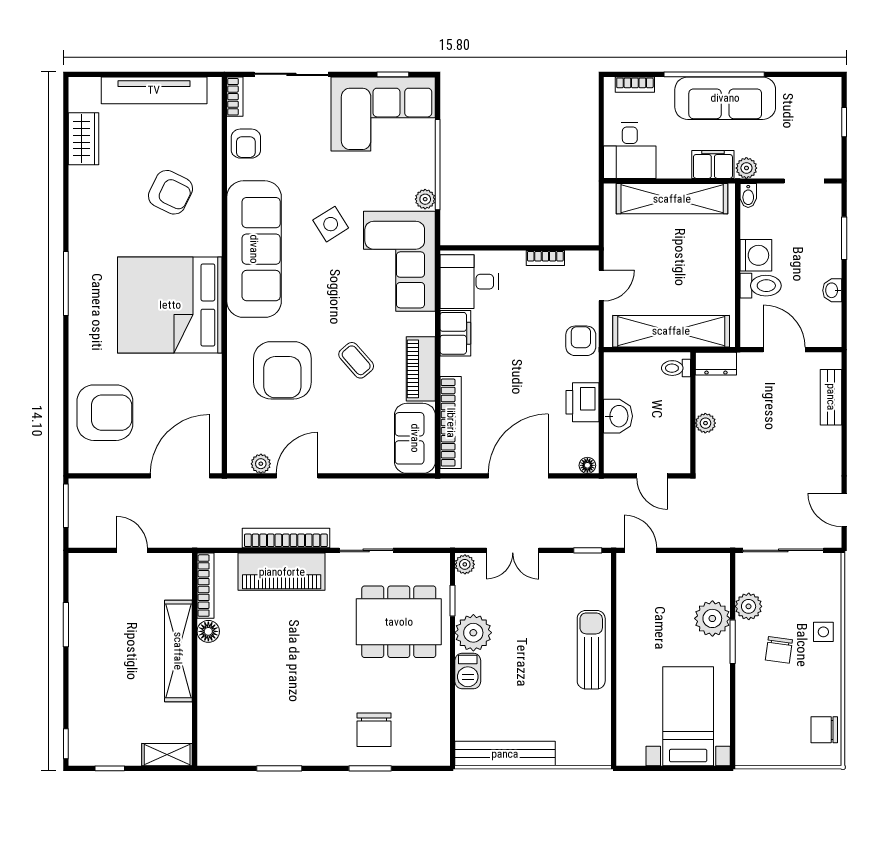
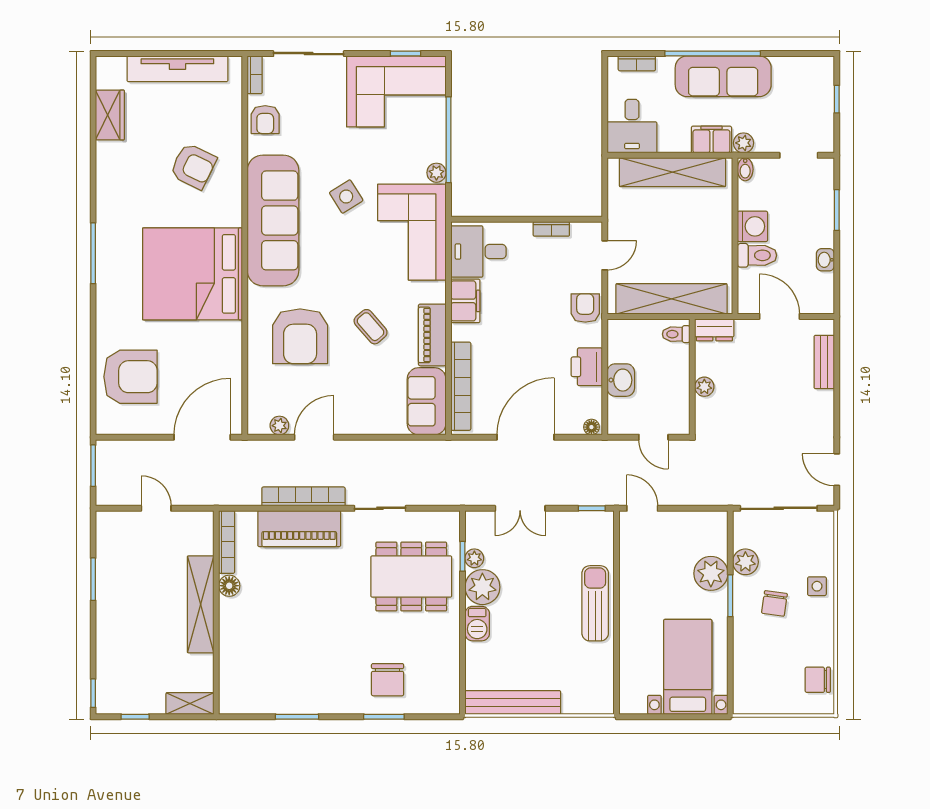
plant: (465, 564) -> (474, 558), moved

